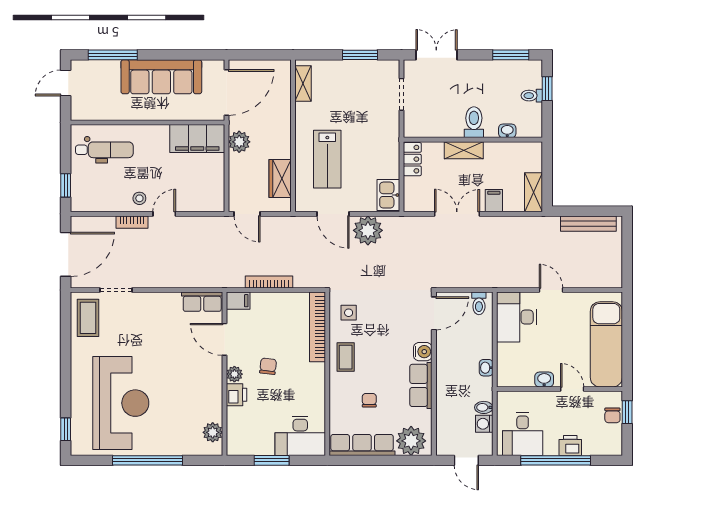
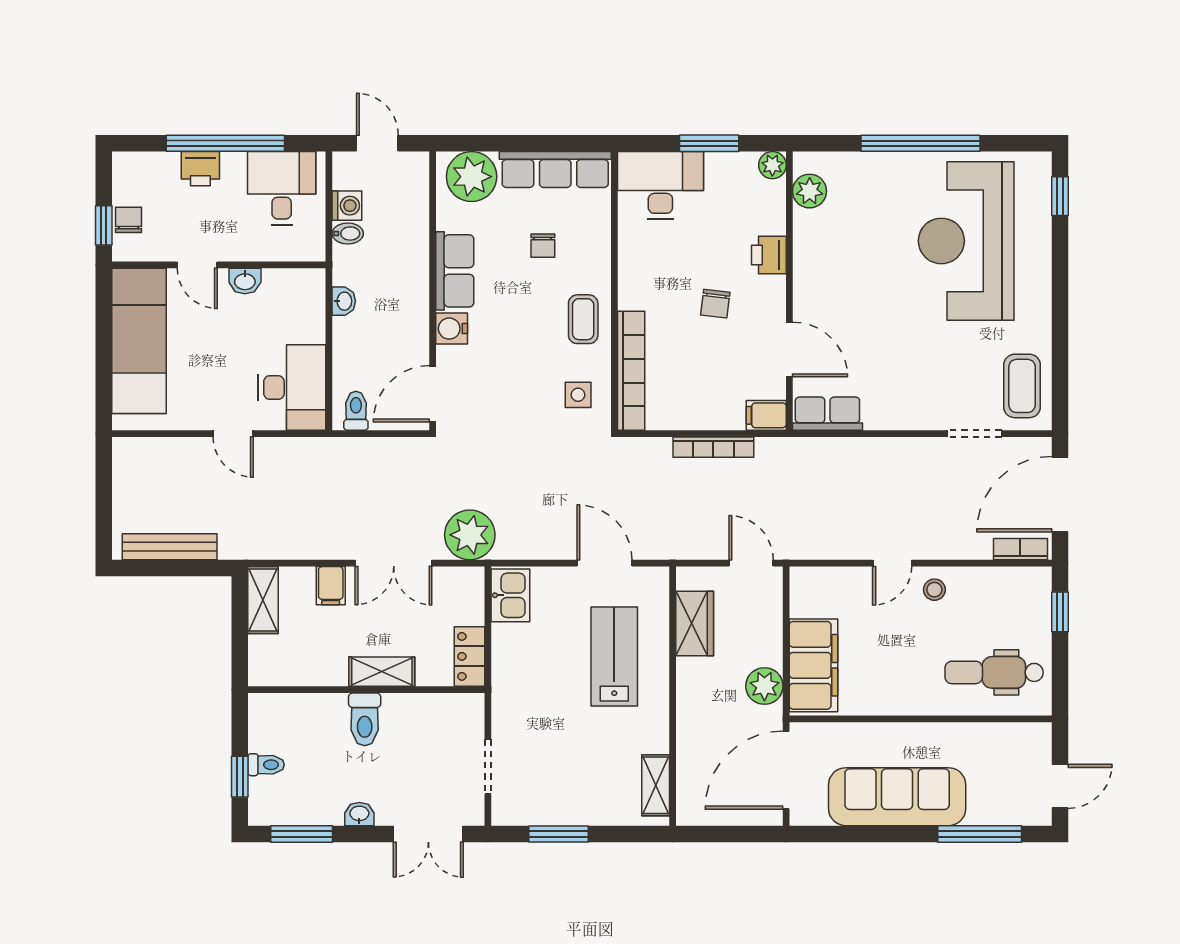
washbasin: (507, 131) -> (359, 814), moved, turned 180
filing cabinet: (197, 139) -> (813, 665), moved, turned 90
bookcase: (132, 222) -> (1020, 549), moved
plant: (368, 230) -> (470, 535), moved
plant: (234, 374) -> (772, 165), moved

